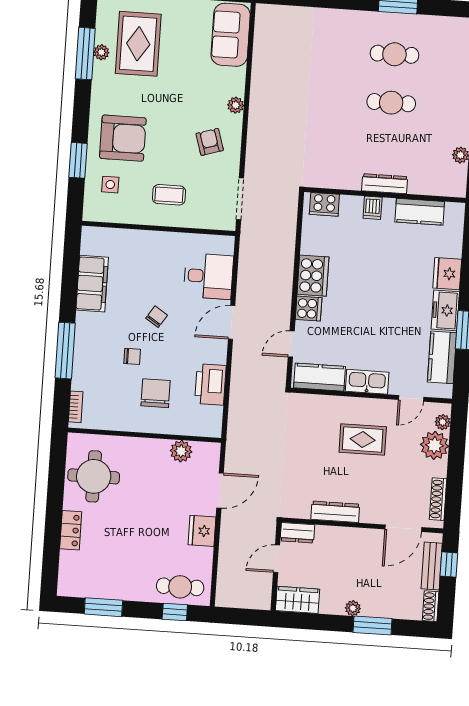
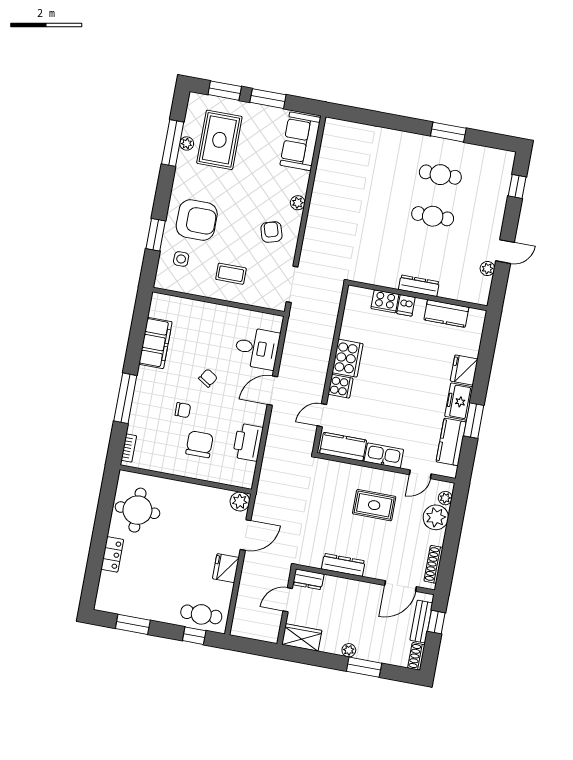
cooker: (324, 204) -> (385, 301), moved
plant: (181, 451) -> (240, 501), moved

